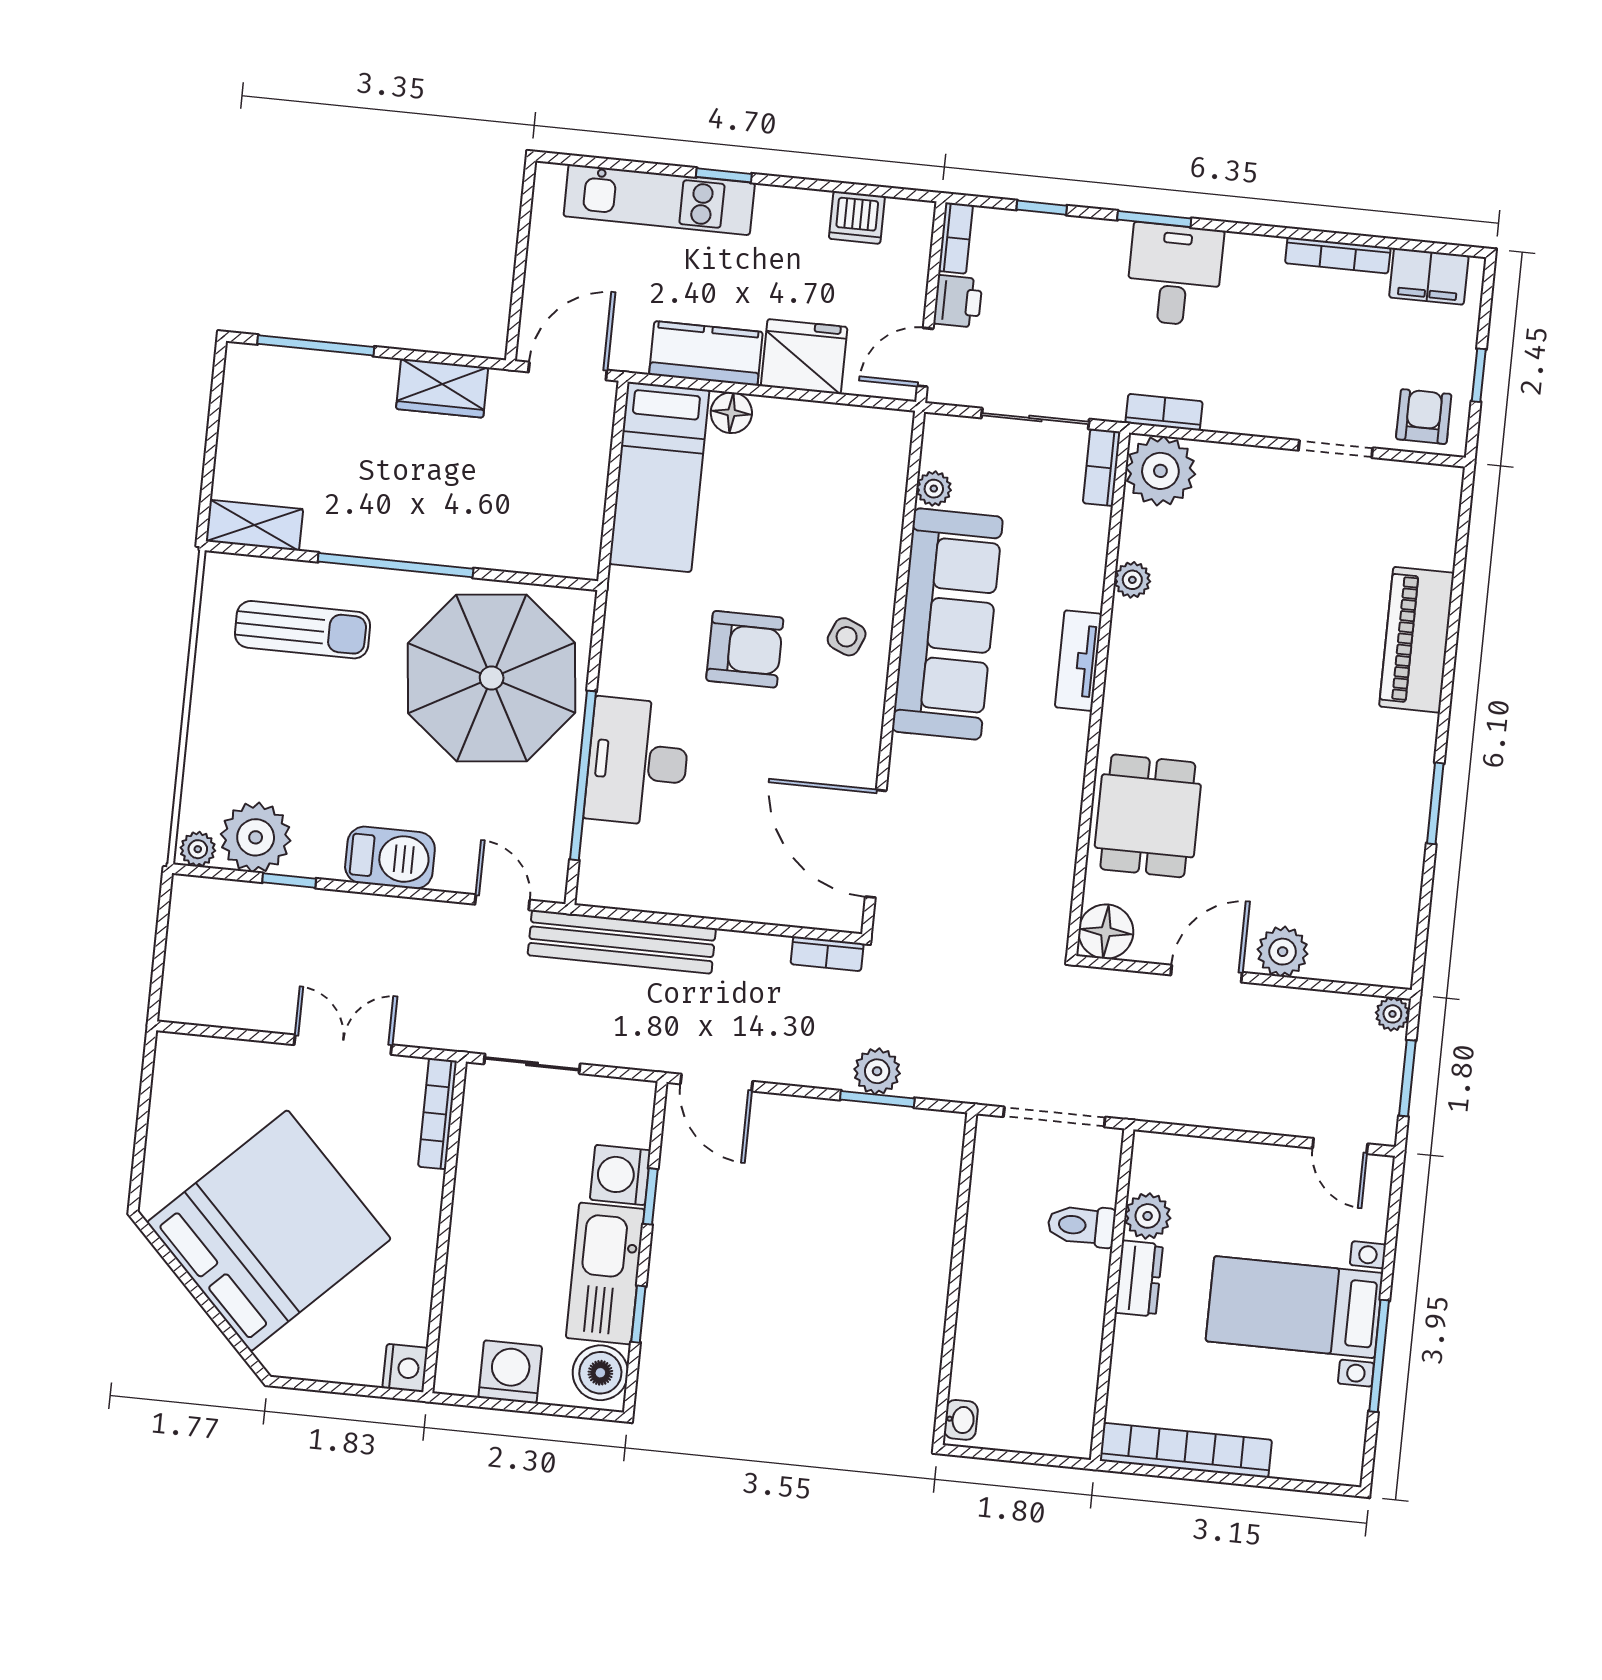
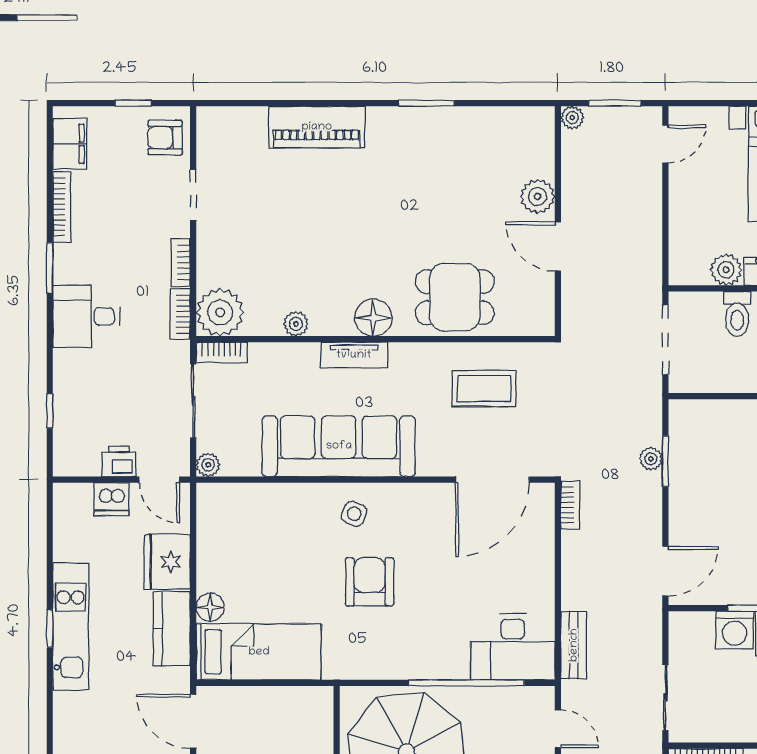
kitchen unit: (659, 200) -> (71, 627), moved
dishwasher: (857, 218) -> (112, 499), moved, turned 90
window: (1154, 219) -> (50, 268), moved
bookcase: (956, 238) -> (181, 263), moved, turned -90
plant: (934, 489) -> (208, 465), moved
desk: (637, 762) -> (513, 647), moved
coffee table: (1010, 845) -> (484, 388), added
door: (502, 902) -> (558, 729), swing flipped
floor lamp: (1106, 932) -> (373, 318), moved
bench: (622, 942) -> (574, 645), width x0.54, depth x0.82
plant: (877, 1071) -> (651, 459), width x0.73, depth x0.73

